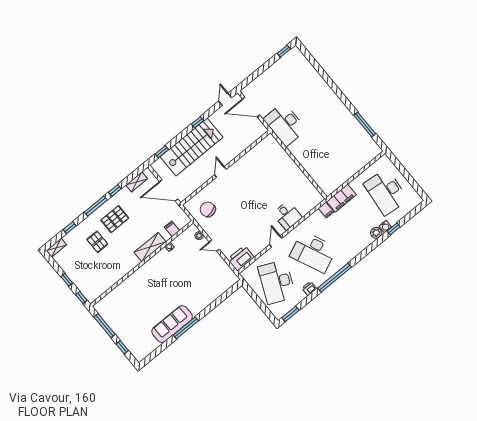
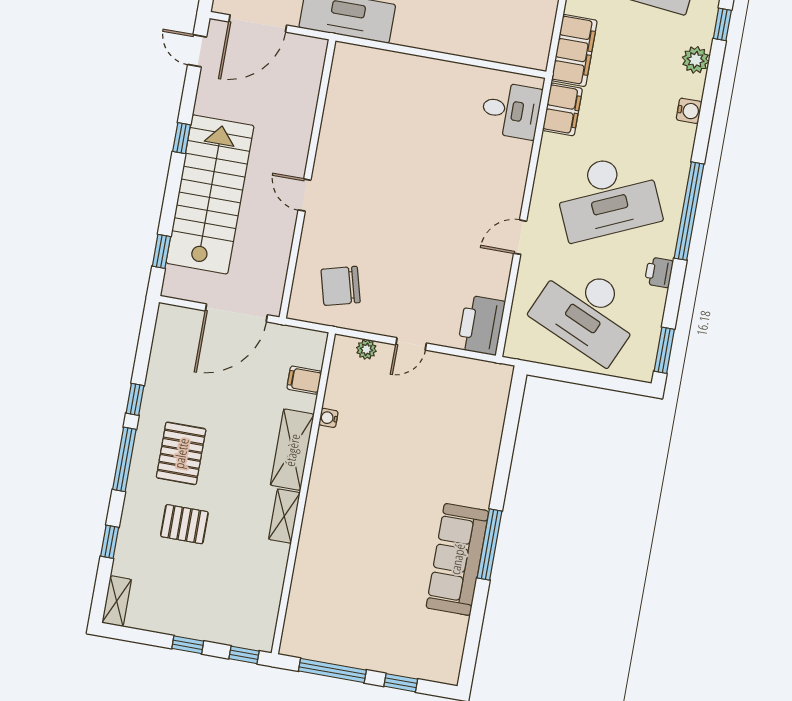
shelving: (137, 182) -> (284, 516), moved
filing cabinet: (326, 210) -> (562, 109), width x2.00
desk: (287, 215) -> (511, 110), moved
water cooler: (385, 227) -> (689, 111), moved
door: (276, 241) -> (520, 237), hinge flipped

